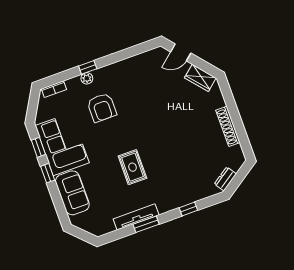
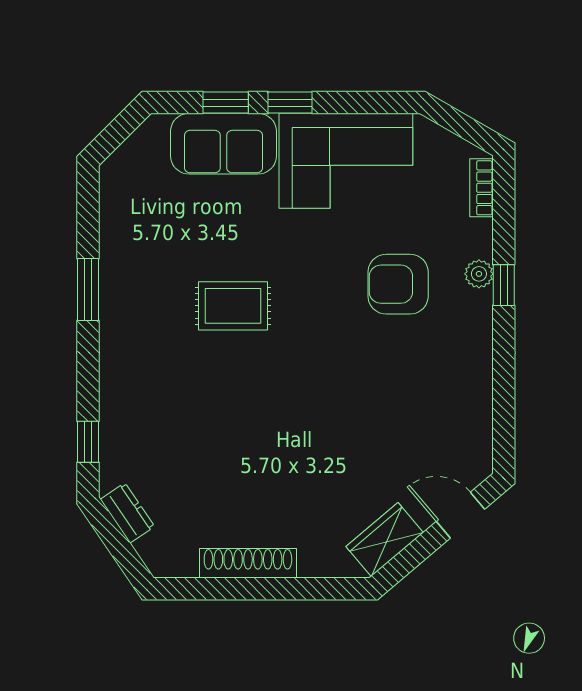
door: (181, 52) -> (460, 515), hinge flipped
window: (38, 147) -> (226, 103), moved
window: (188, 209) -> (88, 442), moved
tv unit: (136, 217) -> (114, 272), removed

